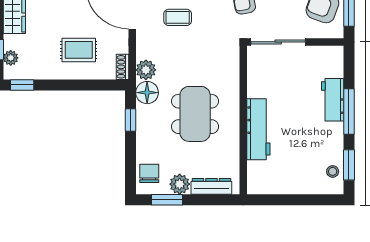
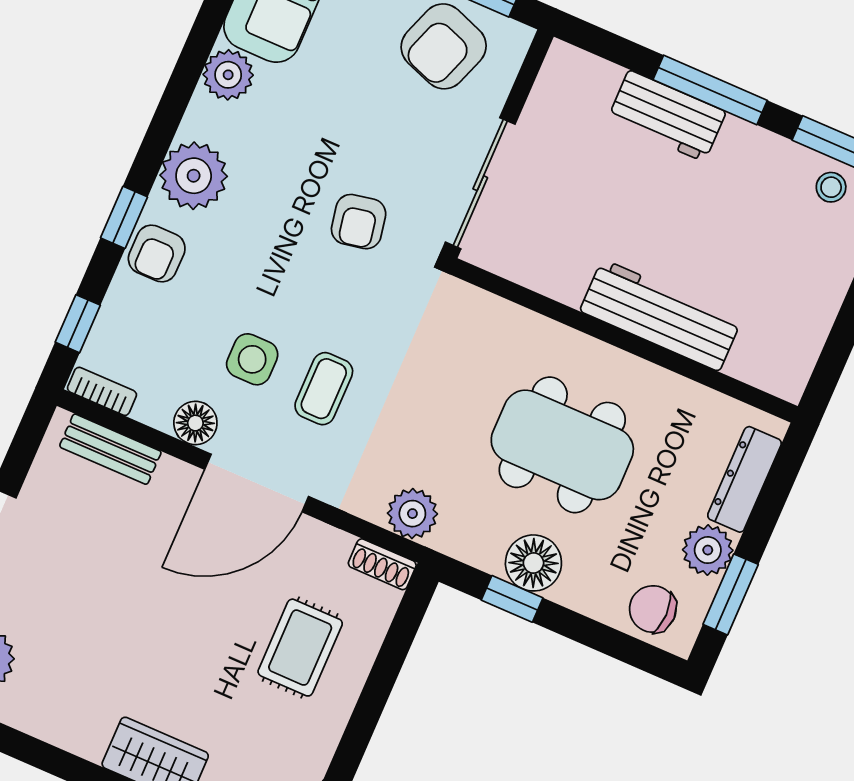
floor lamp: (147, 93) -> (533, 563), moved

